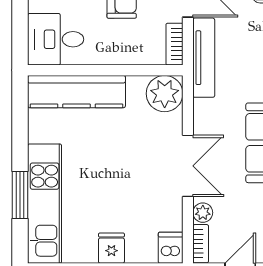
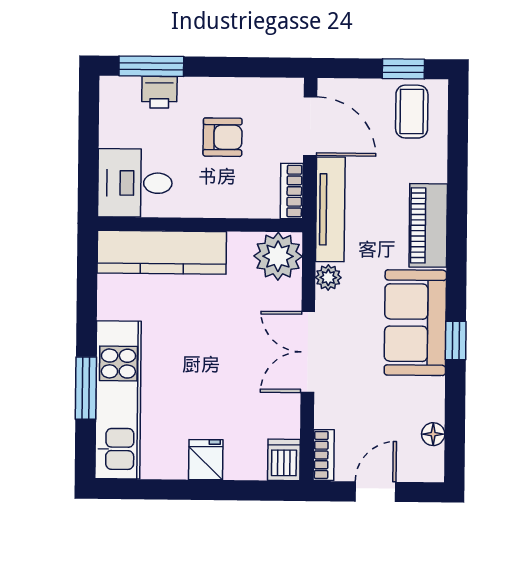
double door: (188, 166) -> (308, 352), swing flipped
plant: (203, 213) -> (328, 277), moved

